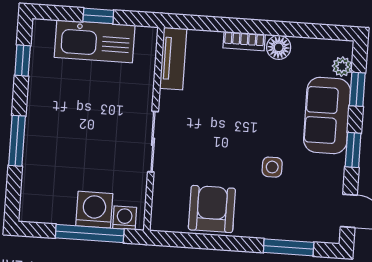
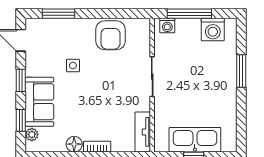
window: (23, 61) -> (241, 124), removed
washing machine: (94, 210) -> (213, 29), moved

